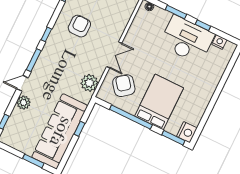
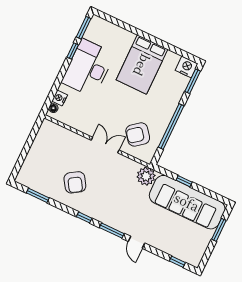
window: (176, 12) -> (84, 28), moved
armchair: (79, 26) -> (75, 182), turned -123
nightstand: (219, 42) -> (60, 98), moved
plant: (89, 83) -> (146, 176), moved
bed: (159, 102) -> (142, 65), moved, turned -90
plant: (24, 103) -> (157, 241), removed

